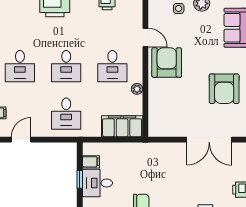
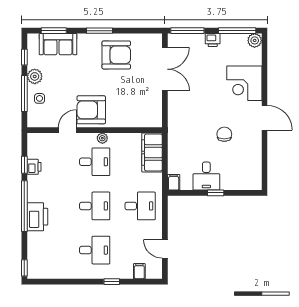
plant: (137, 89) -> (102, 138), moved
filing cabinet: (91, 162) -> (174, 182), moved
window: (80, 179) -> (216, 193), moved

